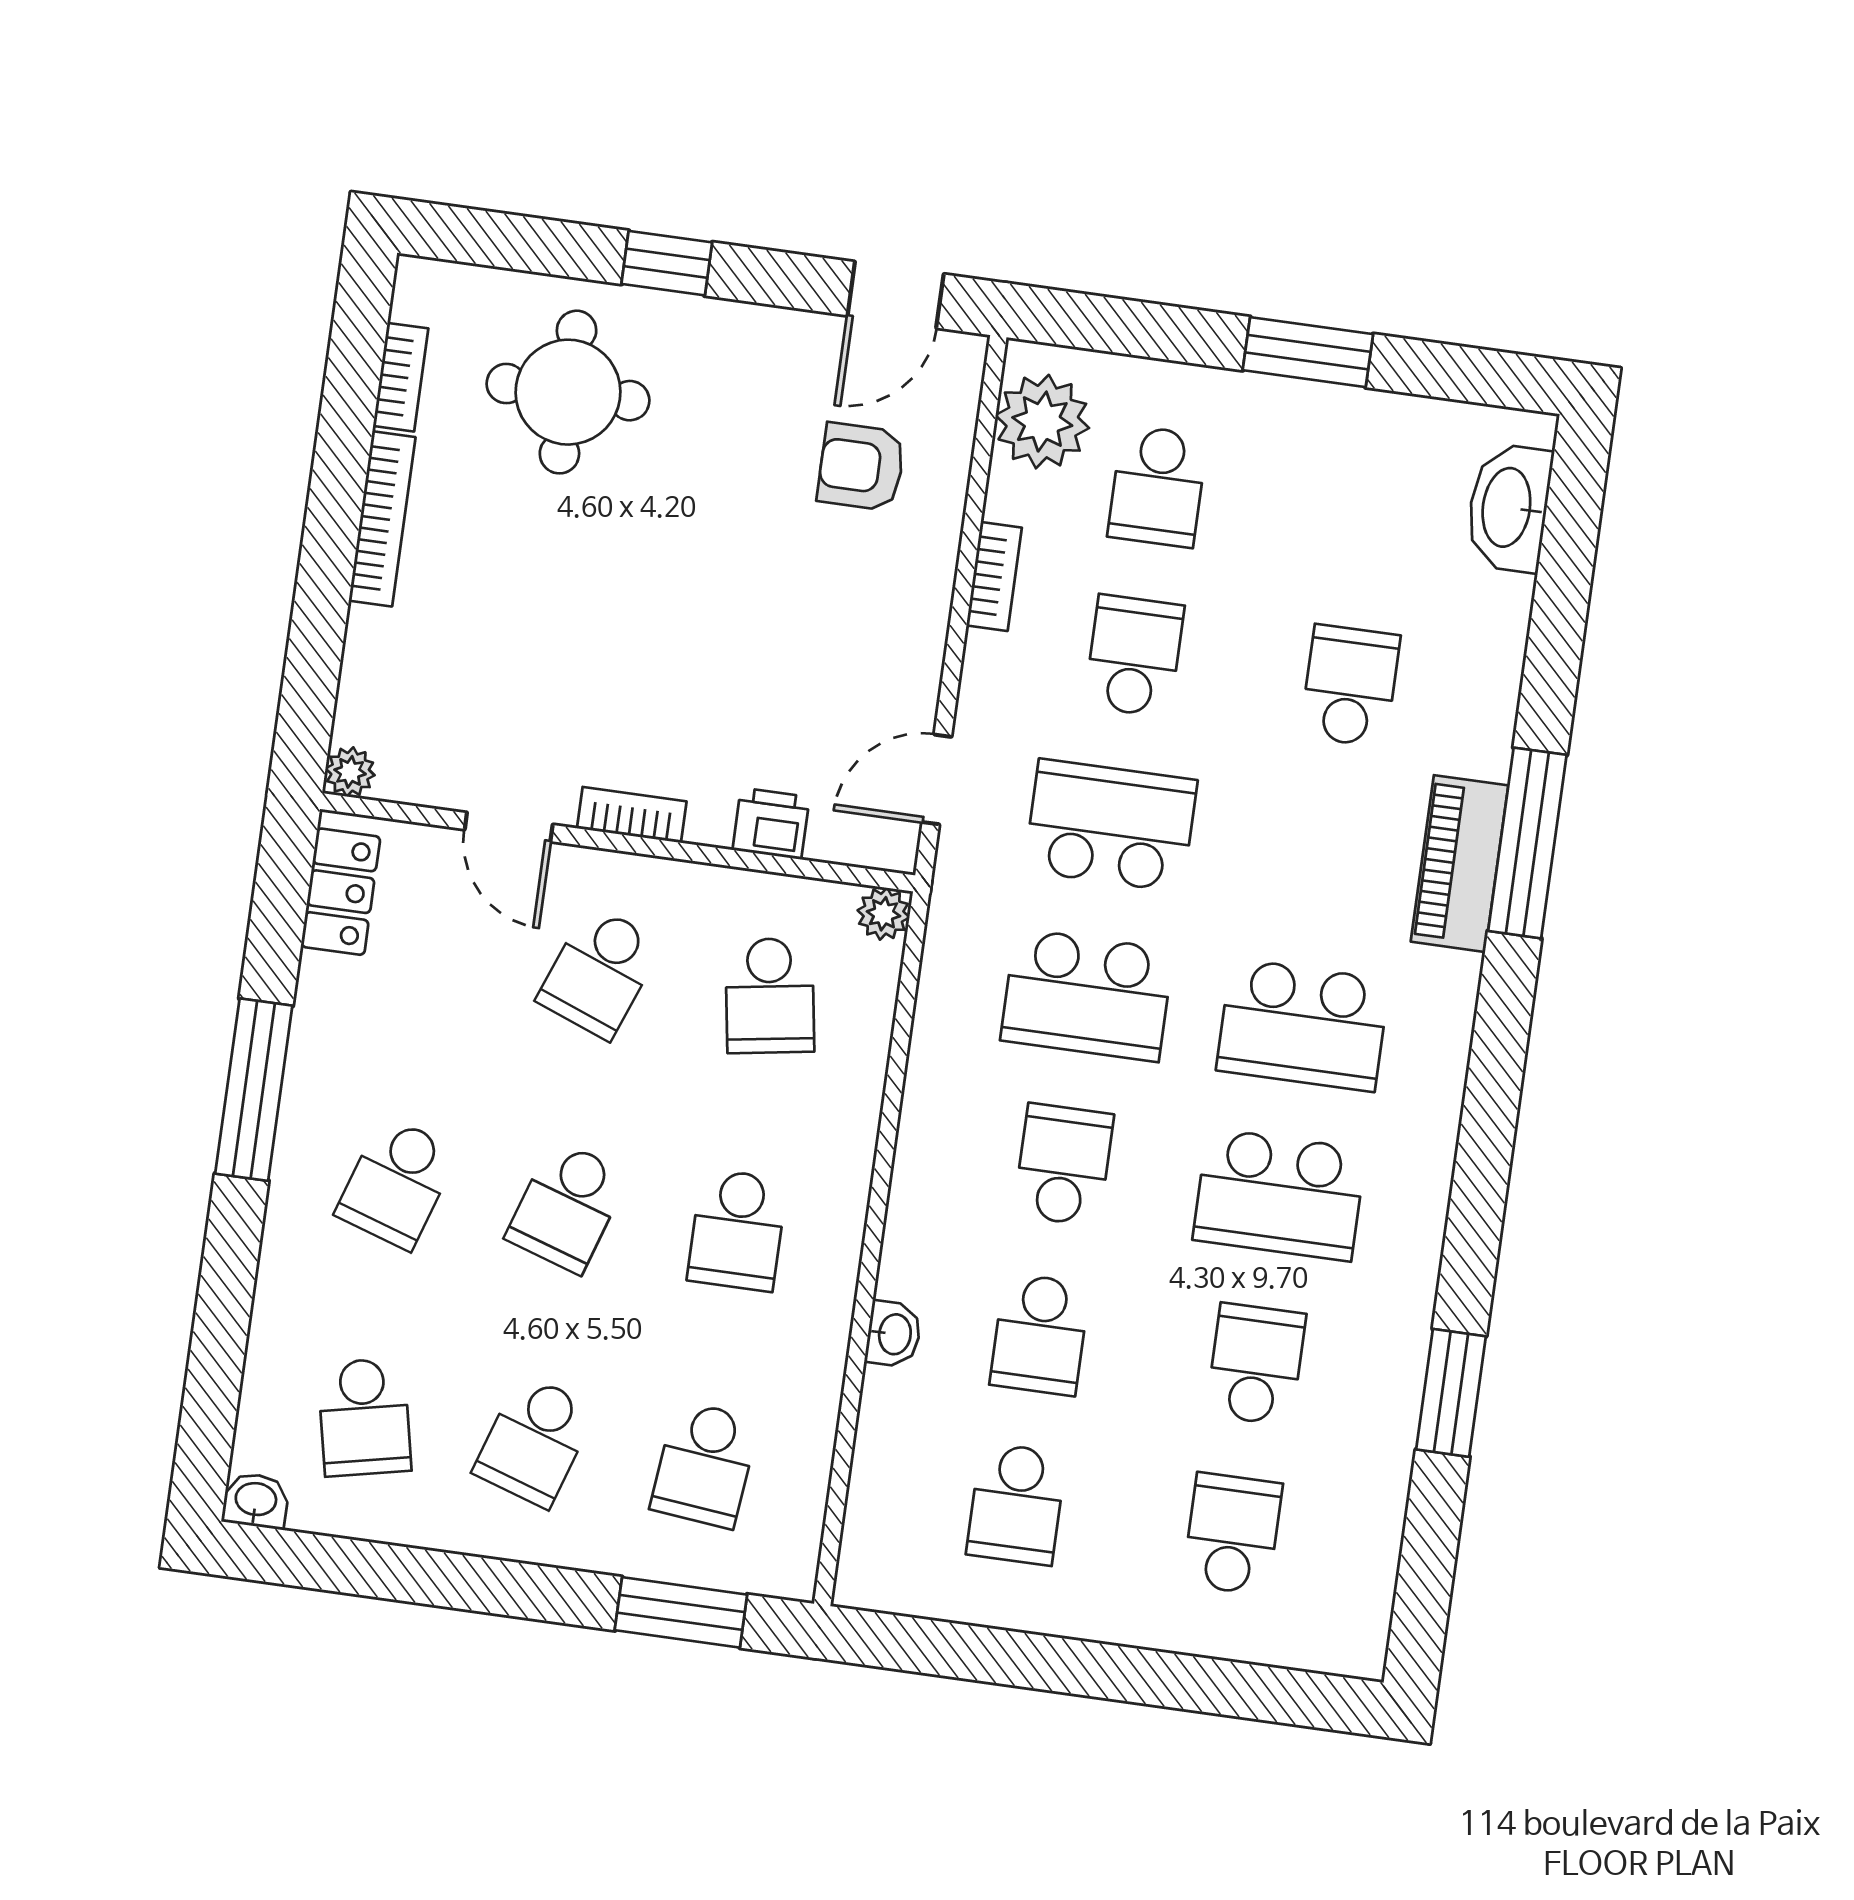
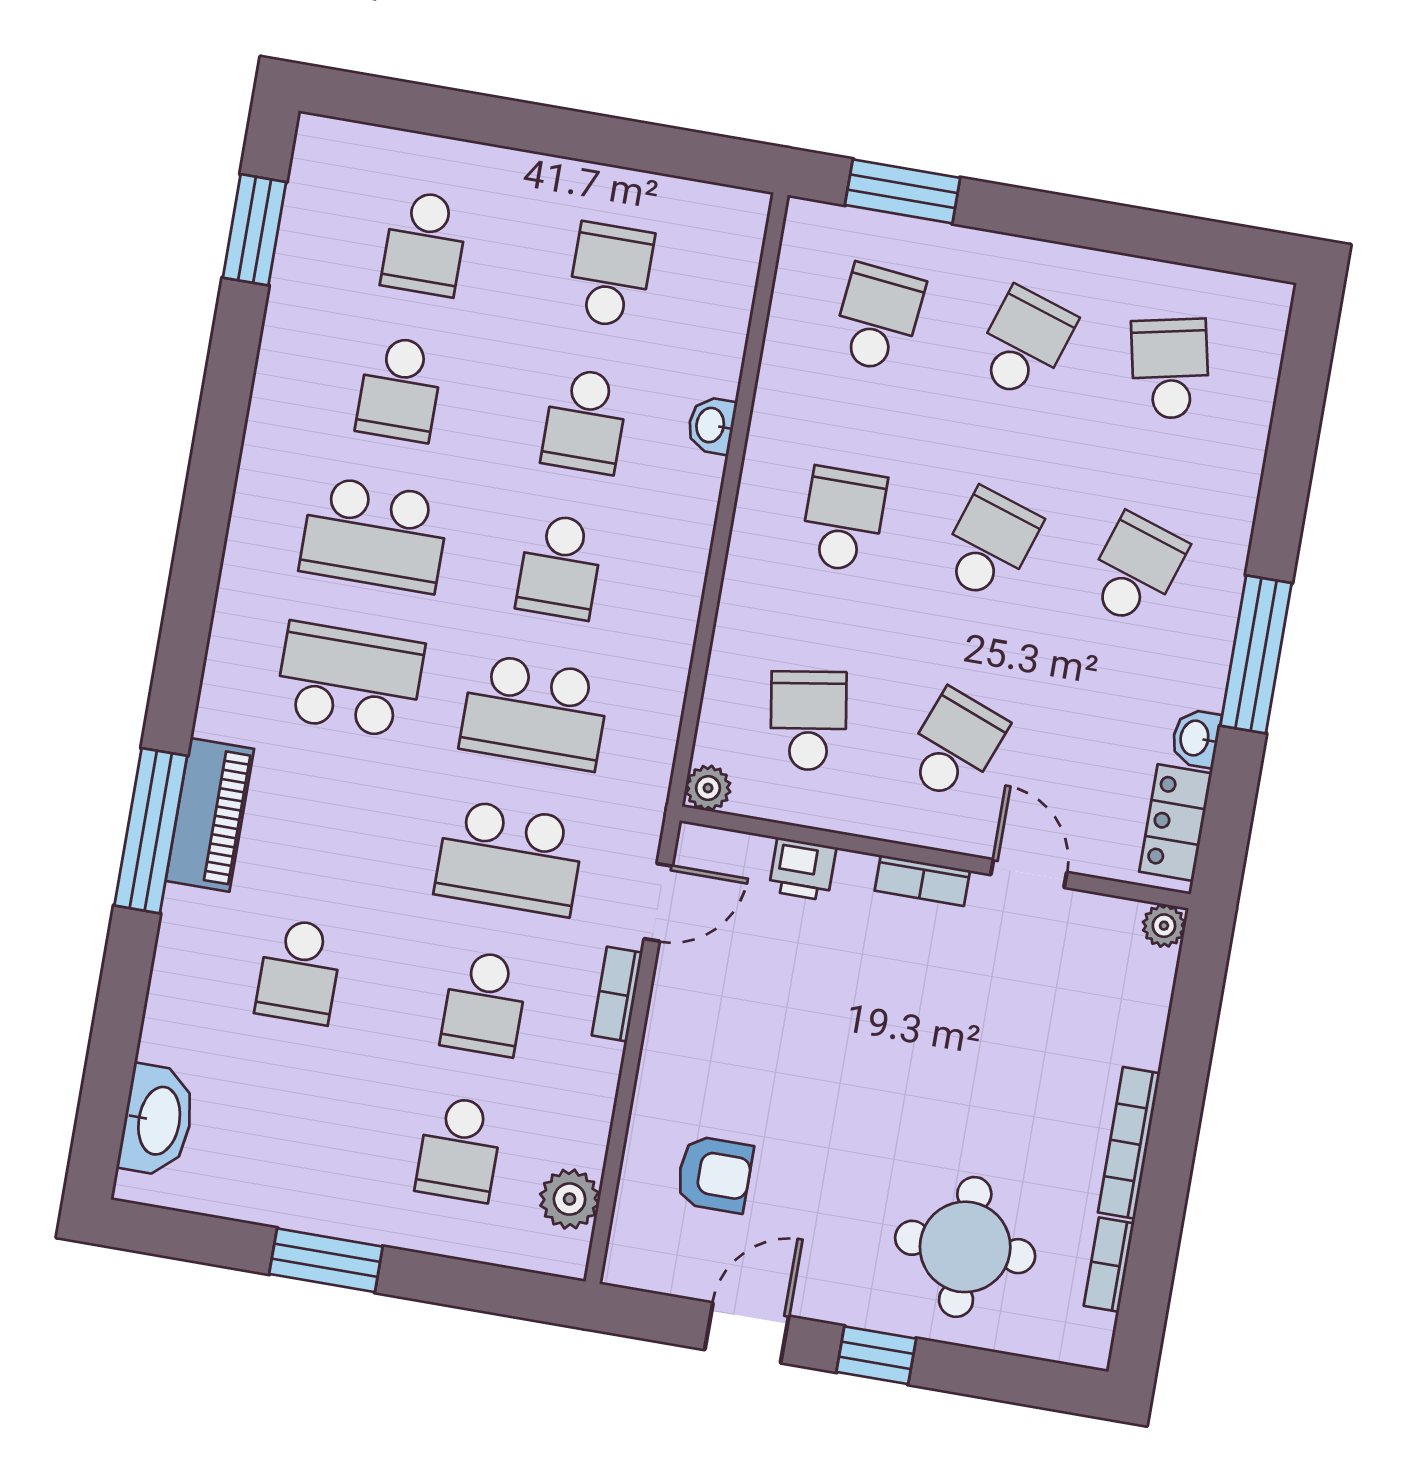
door: (896, 295) -> (747, 1333), moved
plant: (1042, 422) -> (570, 1199), width x0.73, depth x0.73
school desk: (1158, 486) -> (459, 1149), turned 180
bookcase: (994, 576) -> (617, 994), moved
school desk: (1087, 995) -> (535, 712), turned 180
school desk: (1279, 1195) -> (375, 534), turned 180
school desk: (1040, 1334) -> (585, 421), turned 180
window: (1451, 1393) -> (255, 230), moved
washbasin: (256, 1501) -> (1196, 738), moved, turned 90

